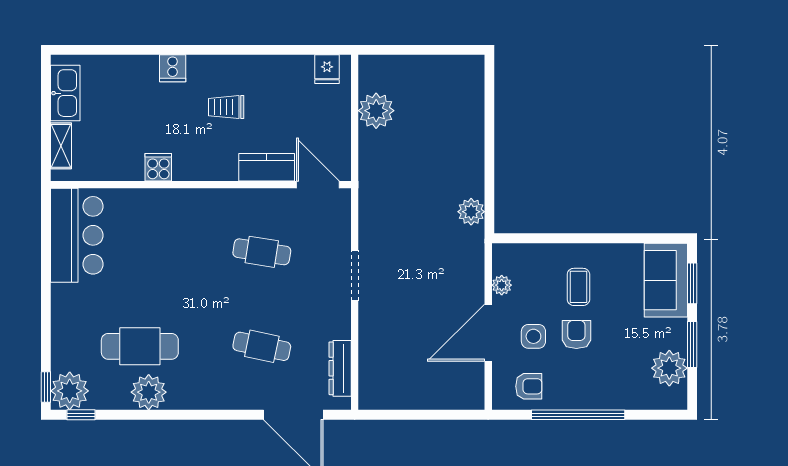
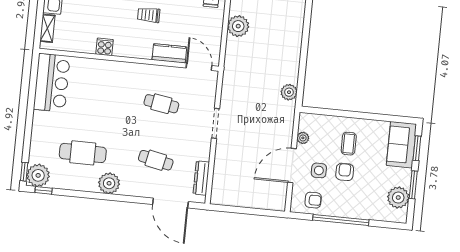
plant: (149, 392) -> (109, 183), moved

